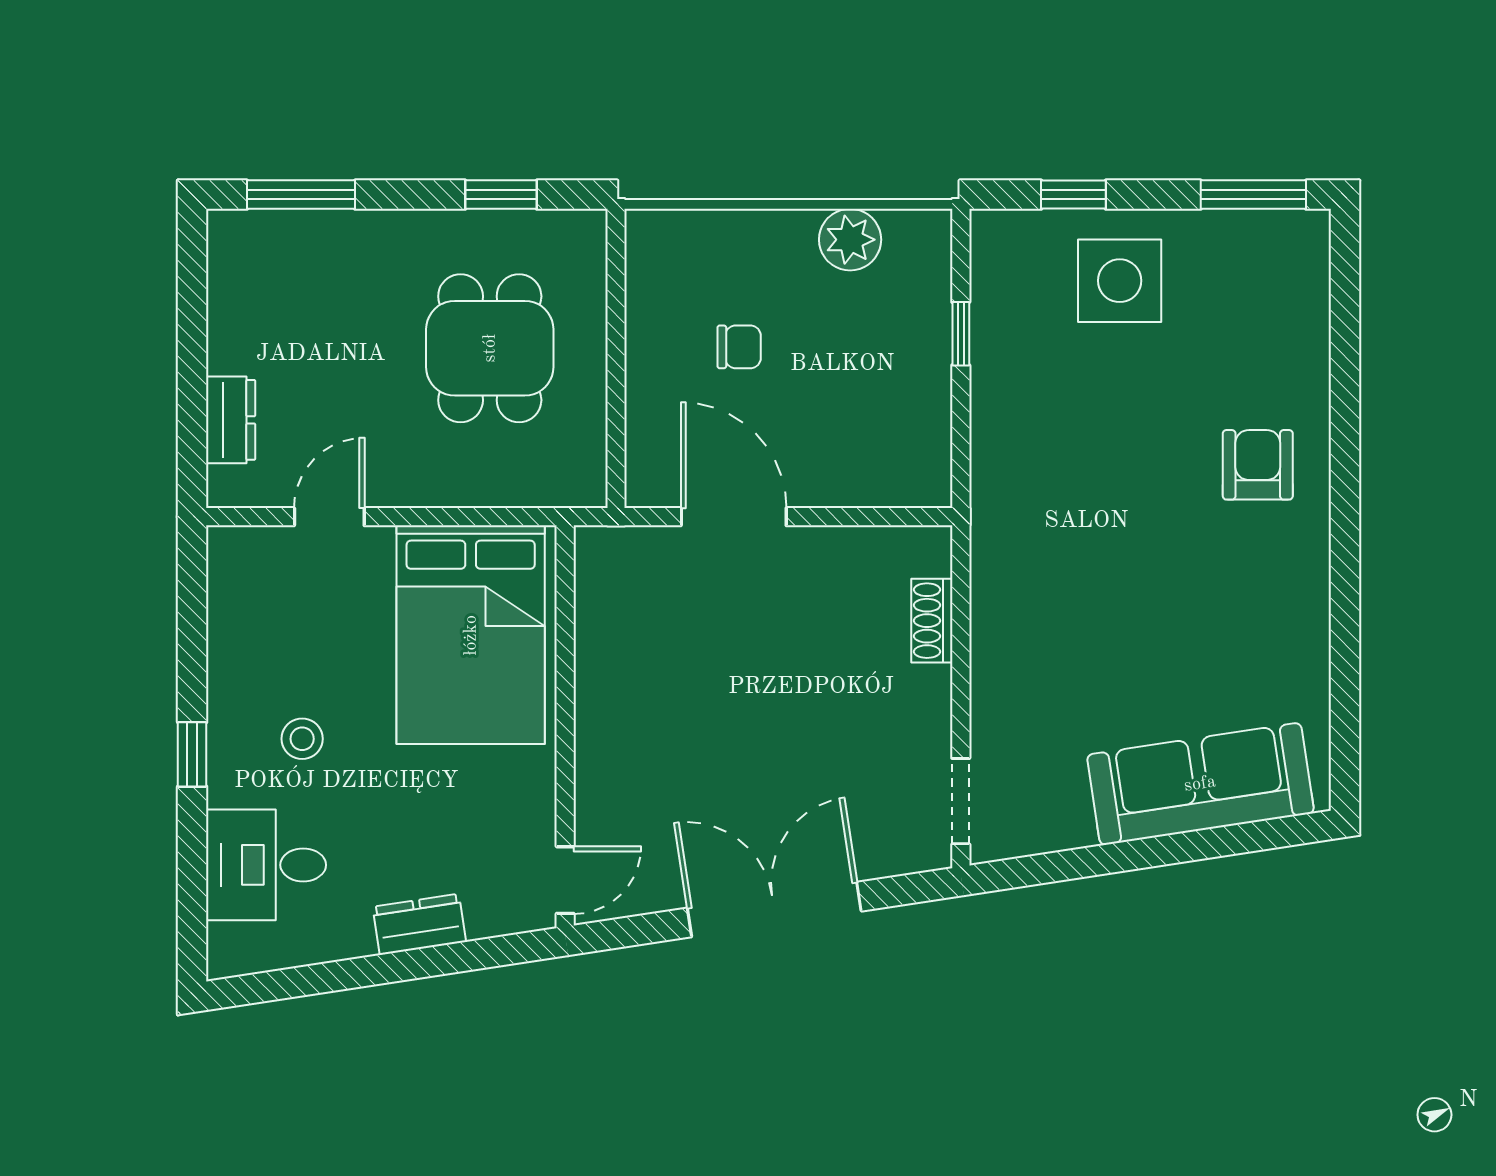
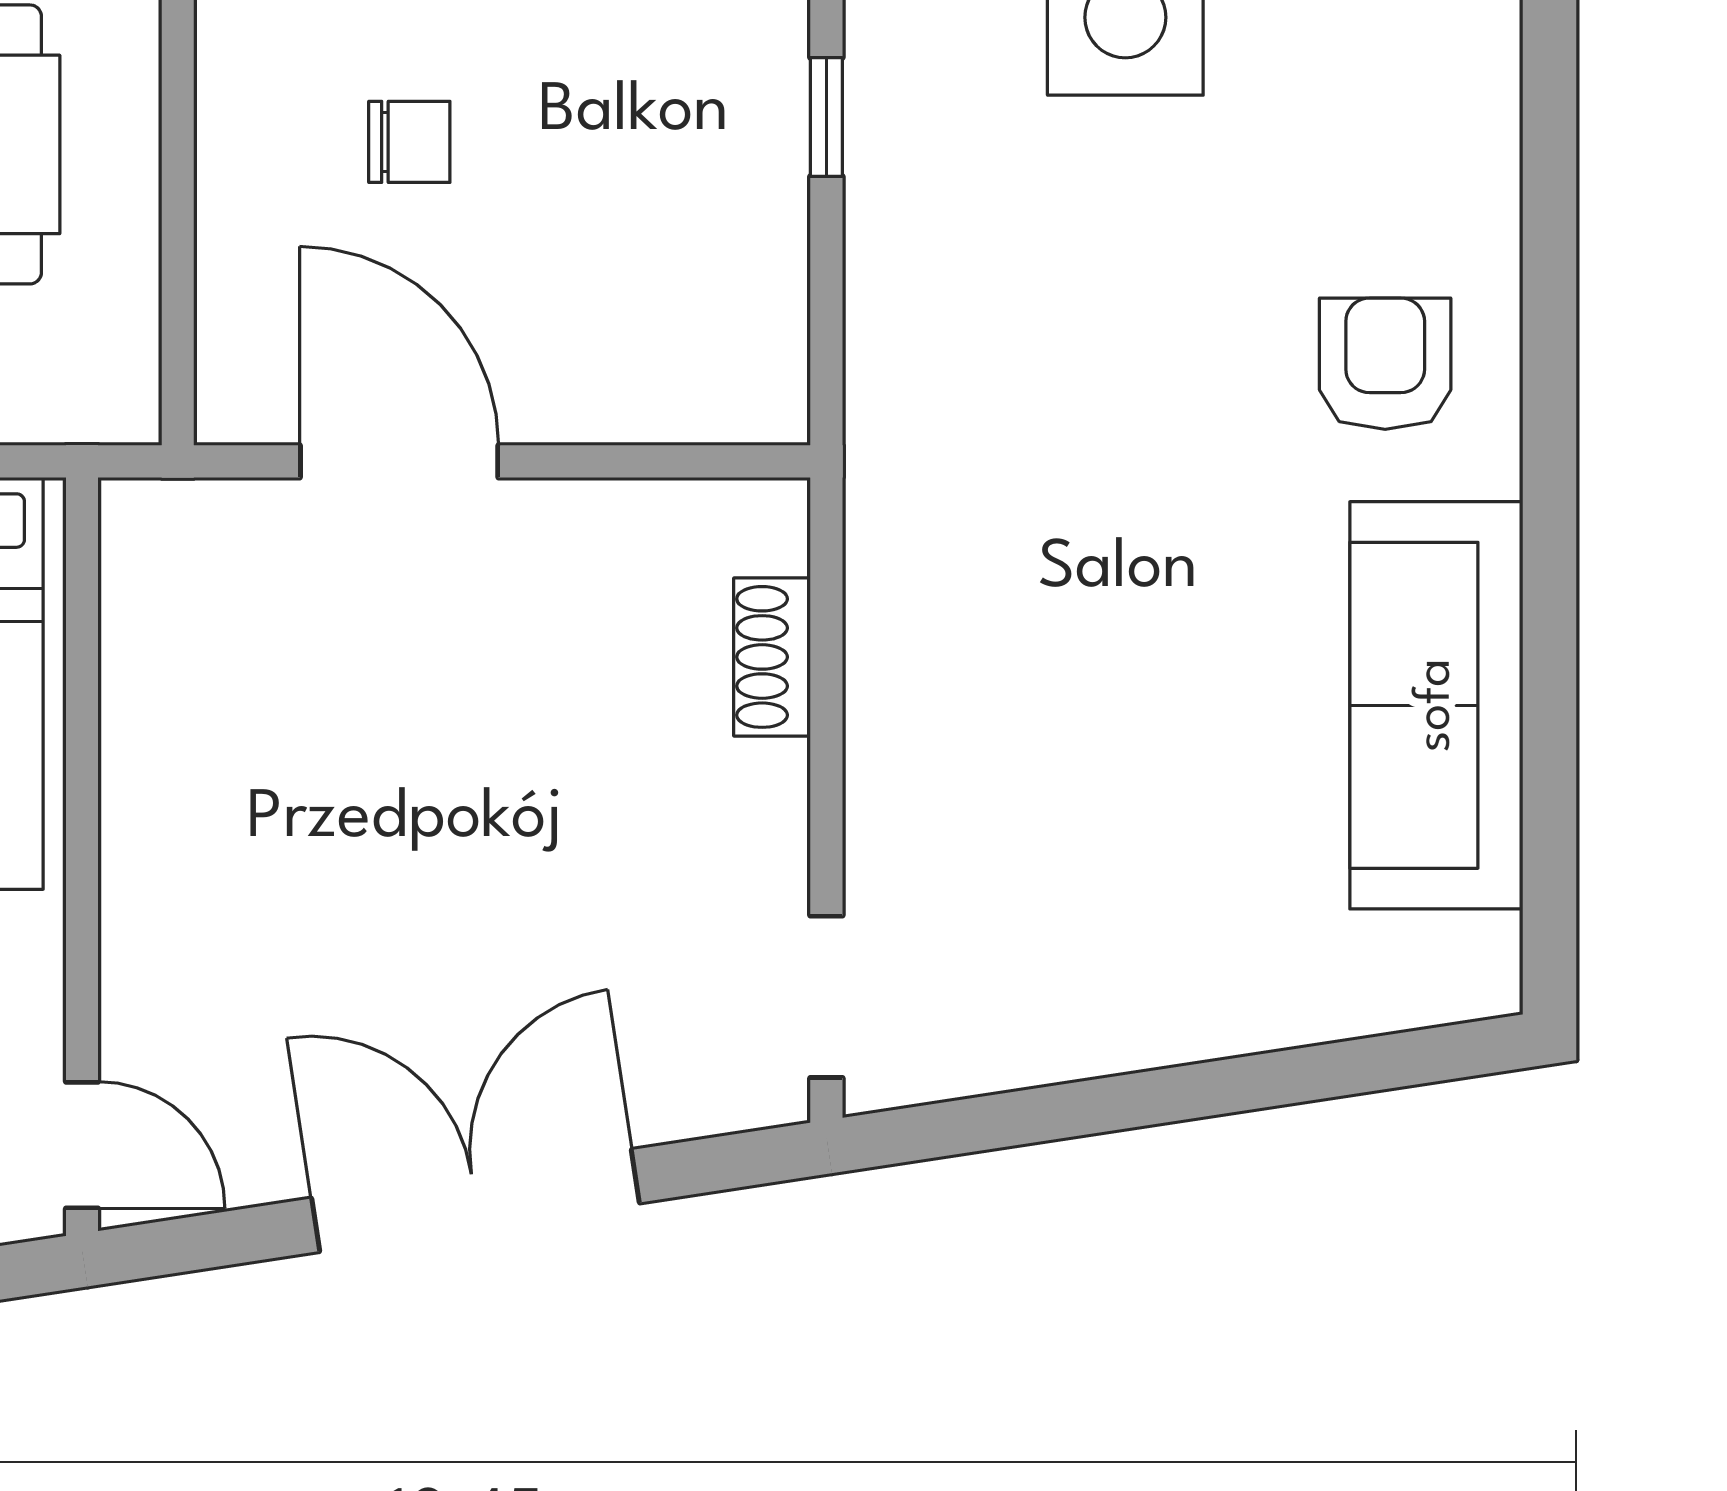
sofa: (1200, 784) -> (1436, 705), moved, turned -81
door: (565, 880) -> (82, 1145), hinge flipped

